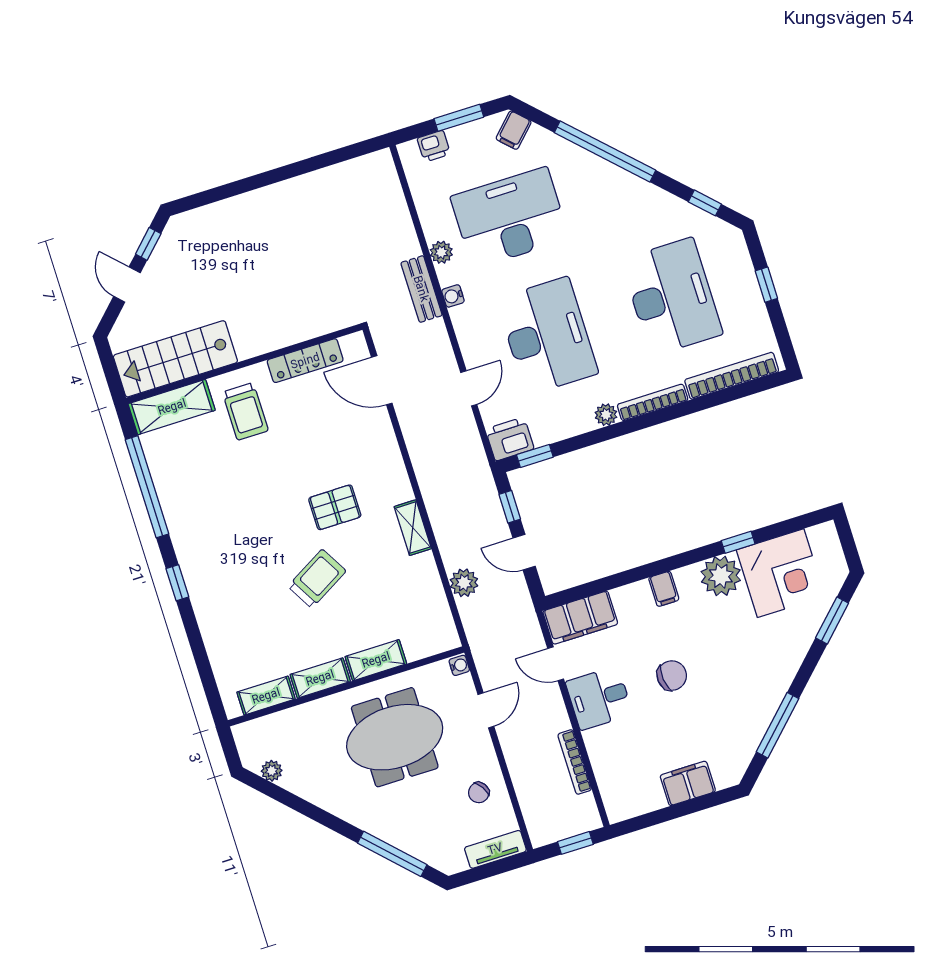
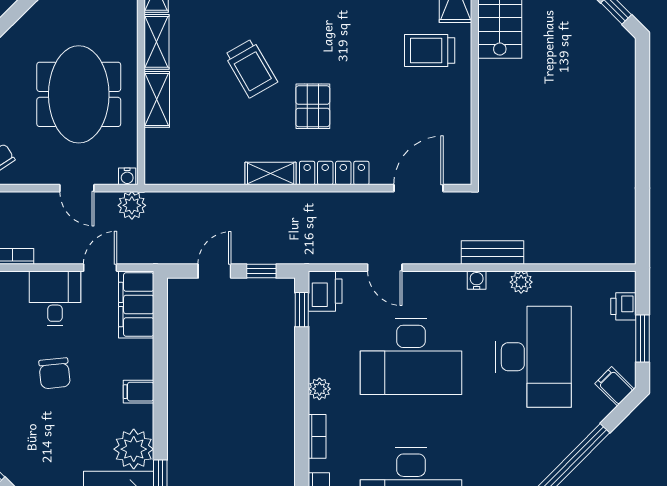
locker: (305, 361) -> (334, 173), moved, turned 90
bookcase: (653, 402) -> (317, 436), width x0.64
plant: (464, 583) -> (132, 205), moved

